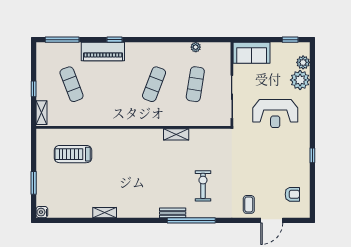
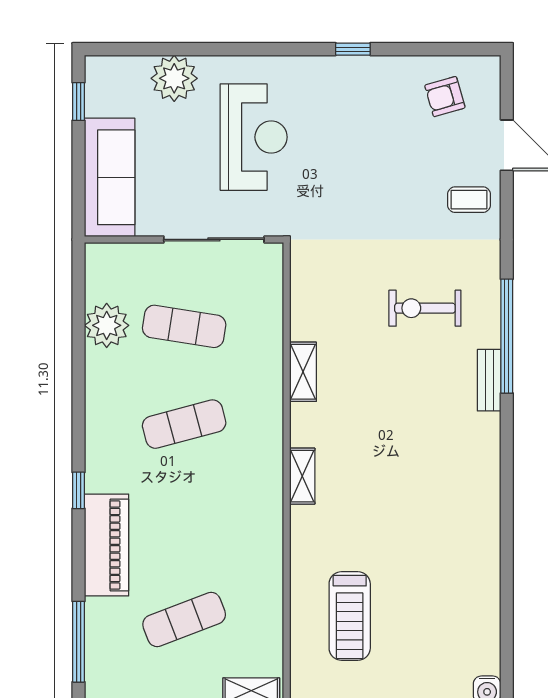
window: (115, 40) -> (79, 490), moved
plant: (196, 47) -> (107, 325), width x1.88, depth x1.88
sofa: (252, 53) -> (110, 177), width x1.36
plant: (303, 62) -> (133, 71), removed
exercise mat: (154, 84) -> (184, 424), turned -36
armchair: (292, 194) -> (445, 97), turned -106
shelving: (105, 213) -> (302, 476), moved

